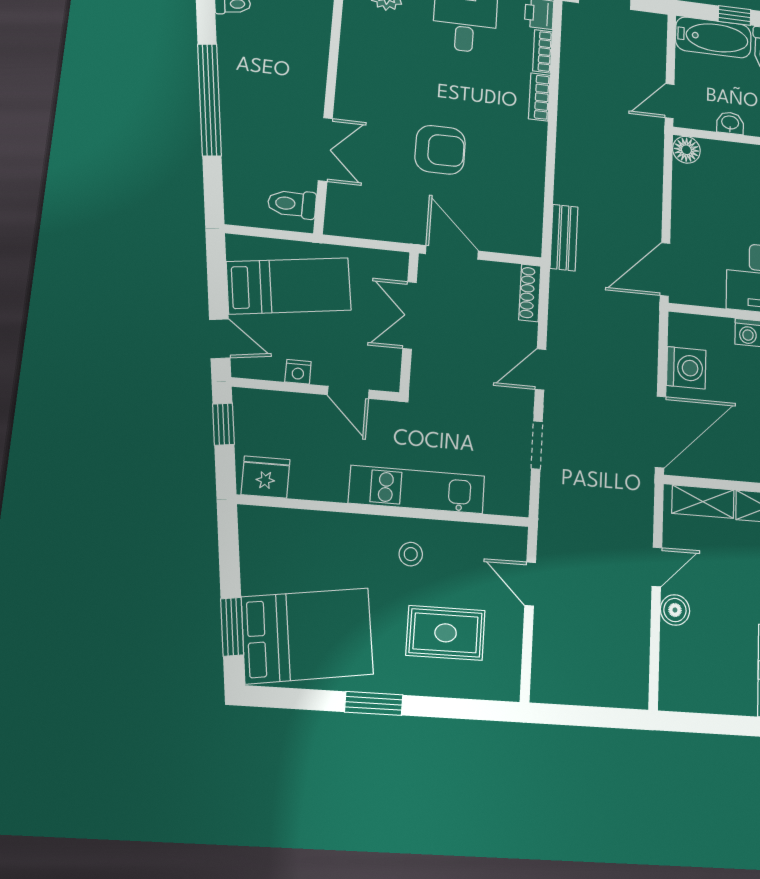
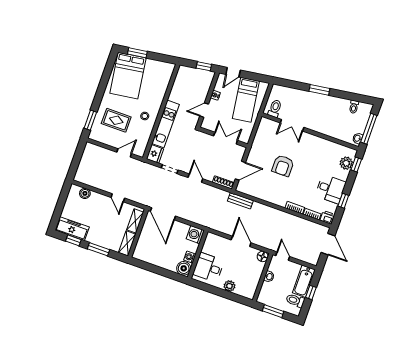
window: (210, 100) -> (319, 90), width x0.47
door: (452, 252) -> (240, 171), moved
door: (665, 269) -> (241, 241), moved
washing machine: (686, 368) -> (195, 235), moved, turned 90
fridge: (266, 477) -> (155, 154), moved
boiler: (675, 610) -> (85, 193), moved
rug: (446, 633) -> (116, 120), turned 90
window: (374, 703) -> (90, 120), moved

